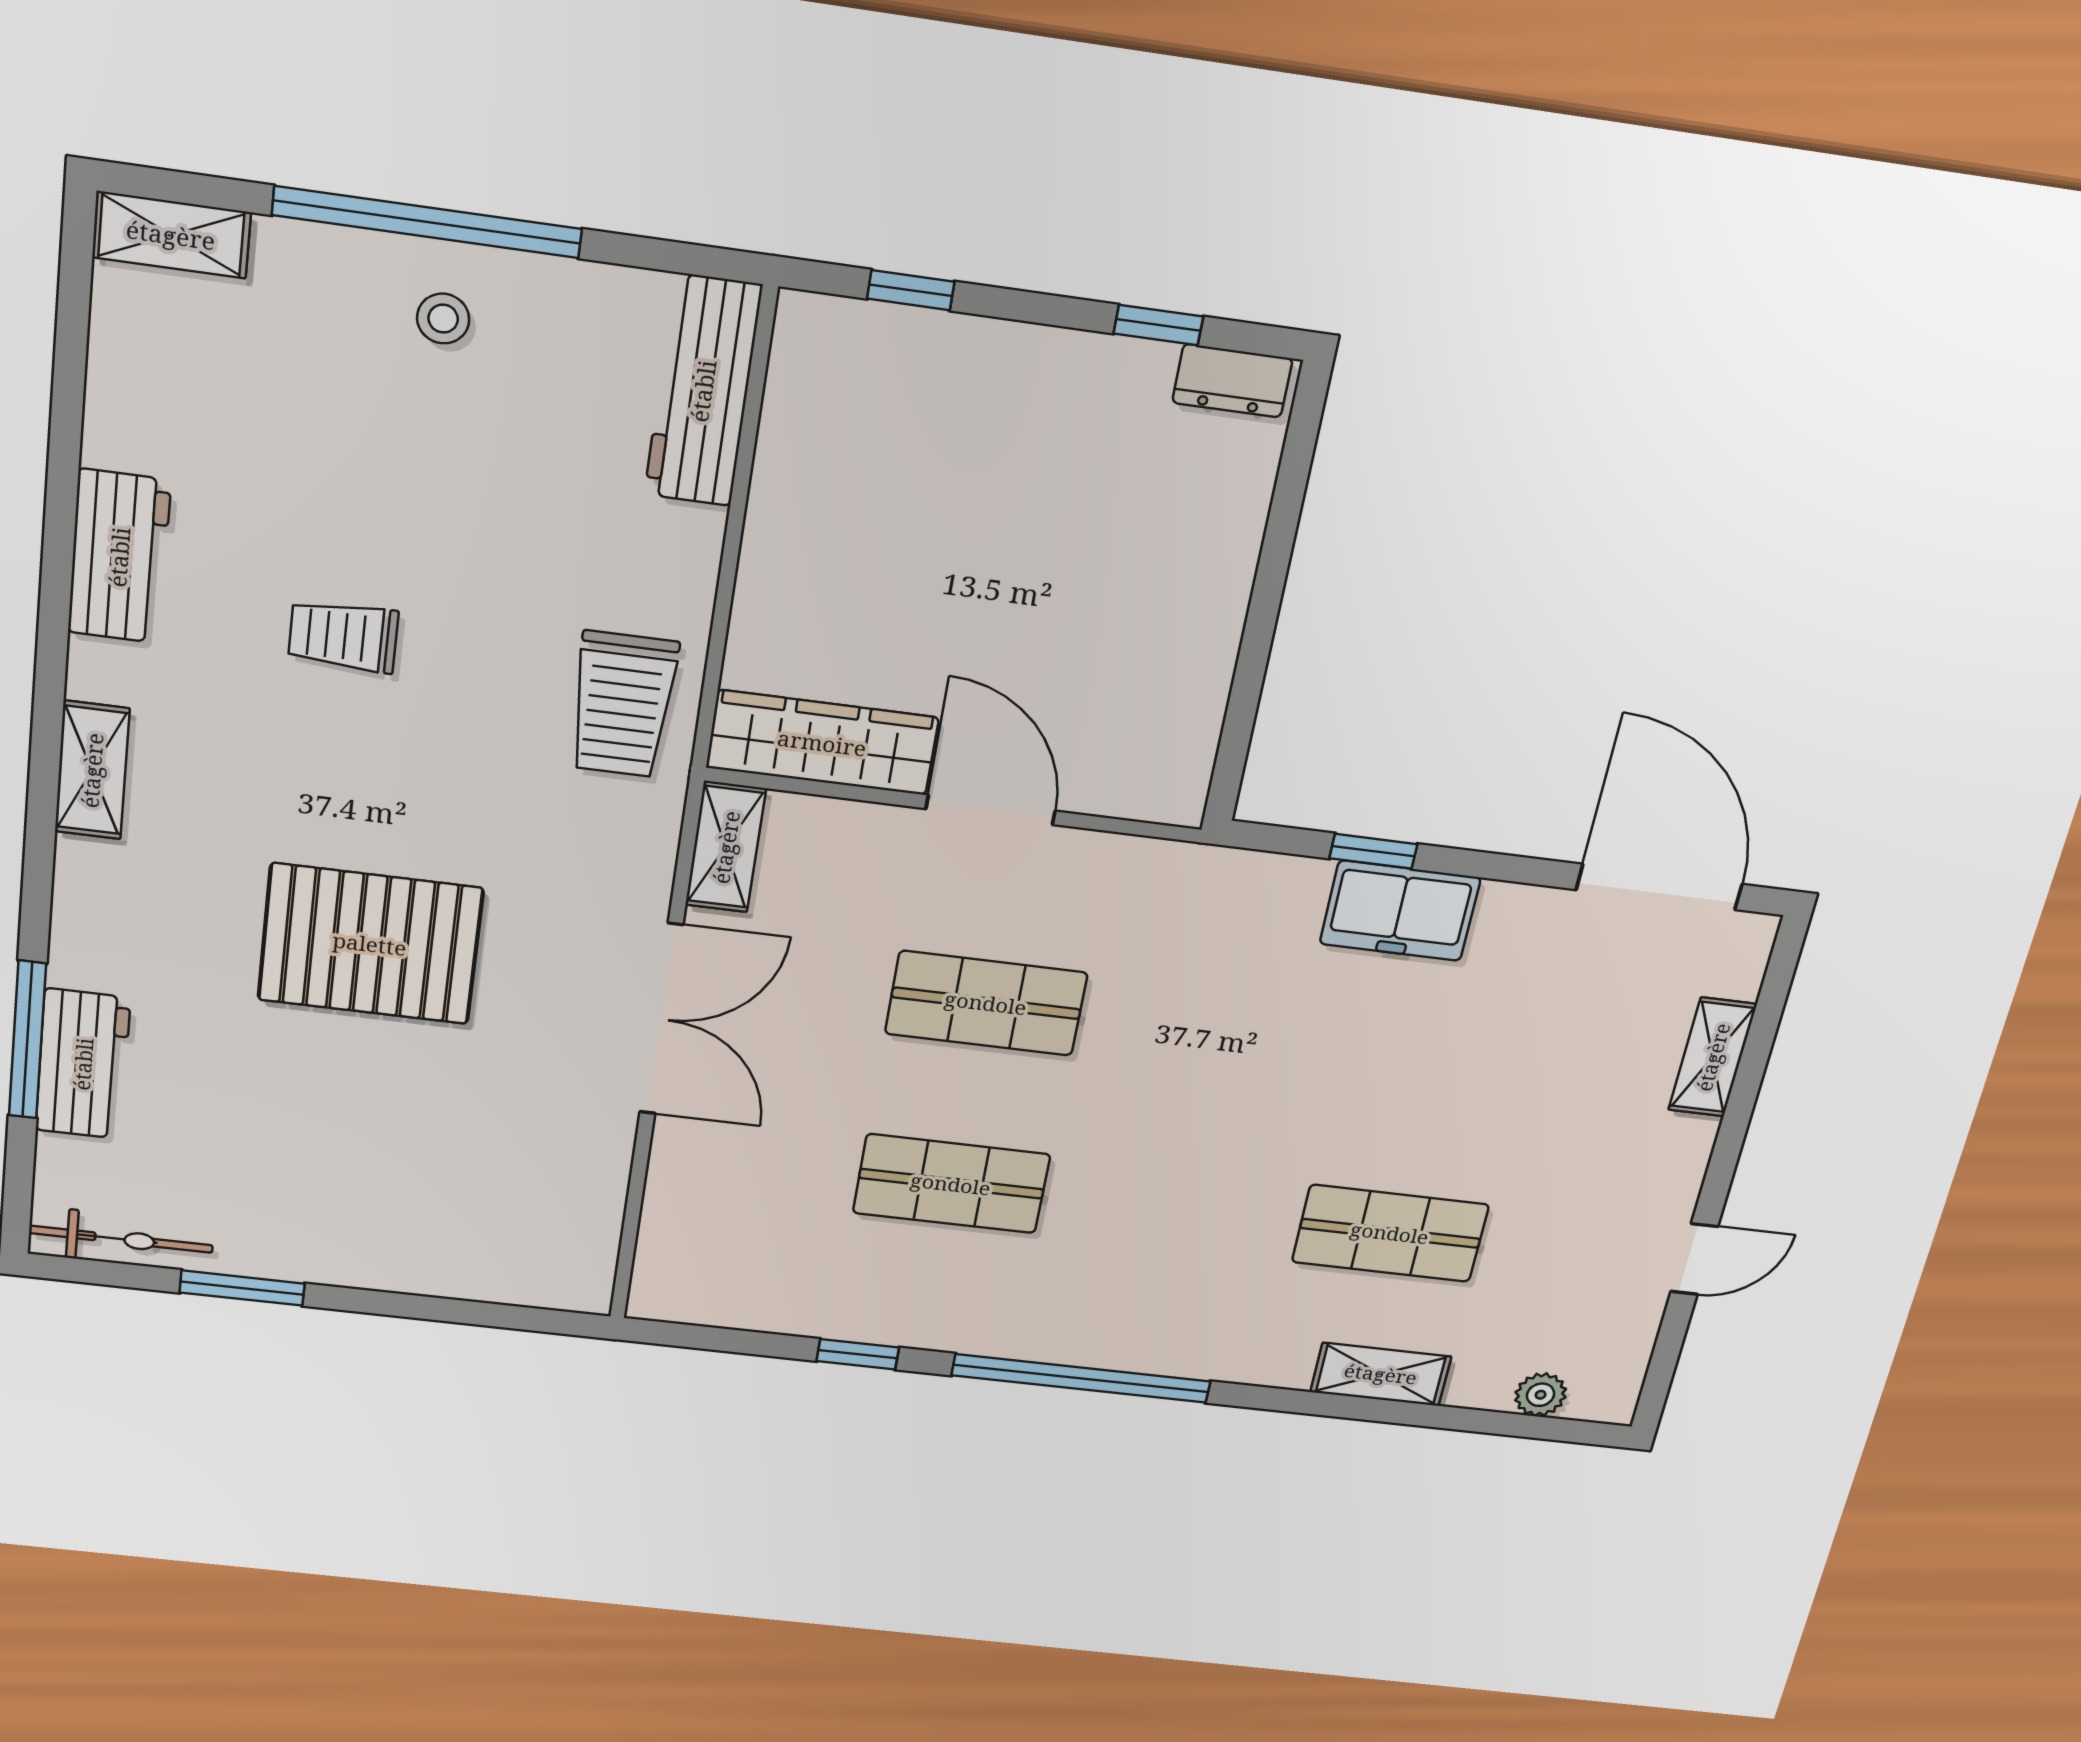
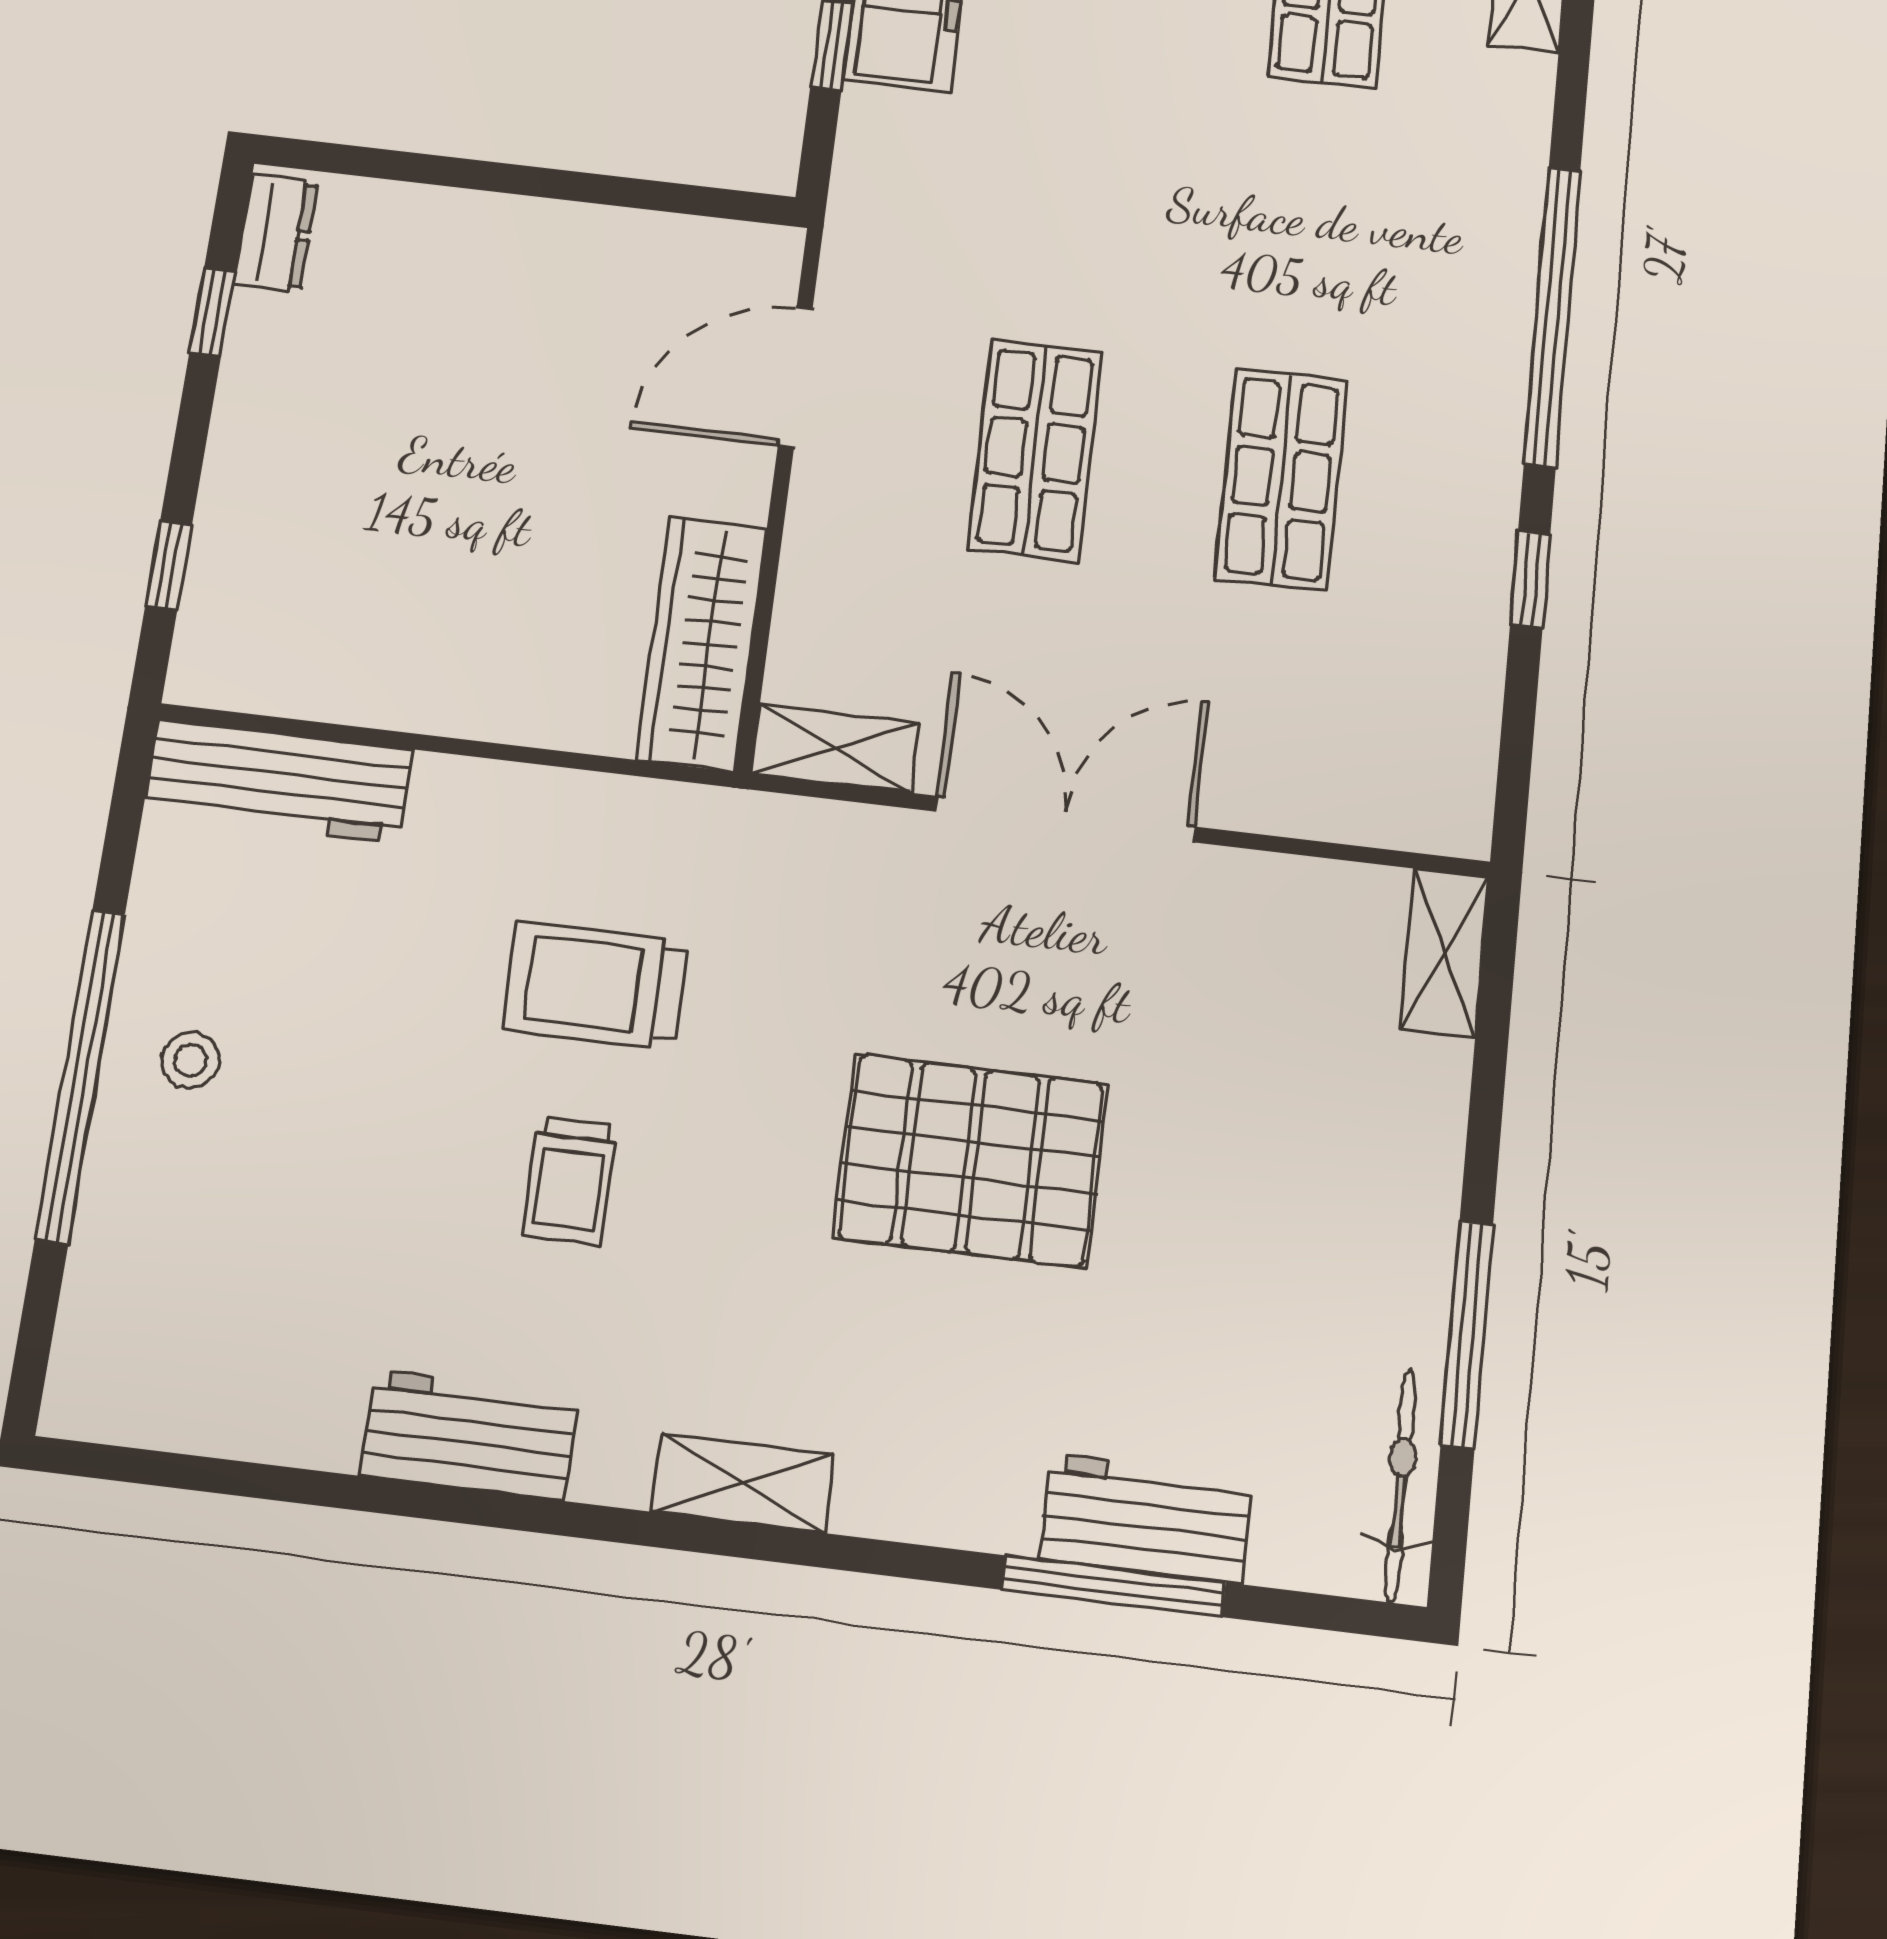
shelving: (171, 235) -> (1445, 953), moved
trolley: (622, 704) -> (595, 985), moved, turned 180
door: (991, 810) -> (795, 377), moved
pallet: (370, 944) -> (971, 1160), turned 90
window: (242, 1288) -> (1467, 1335), width x1.44

